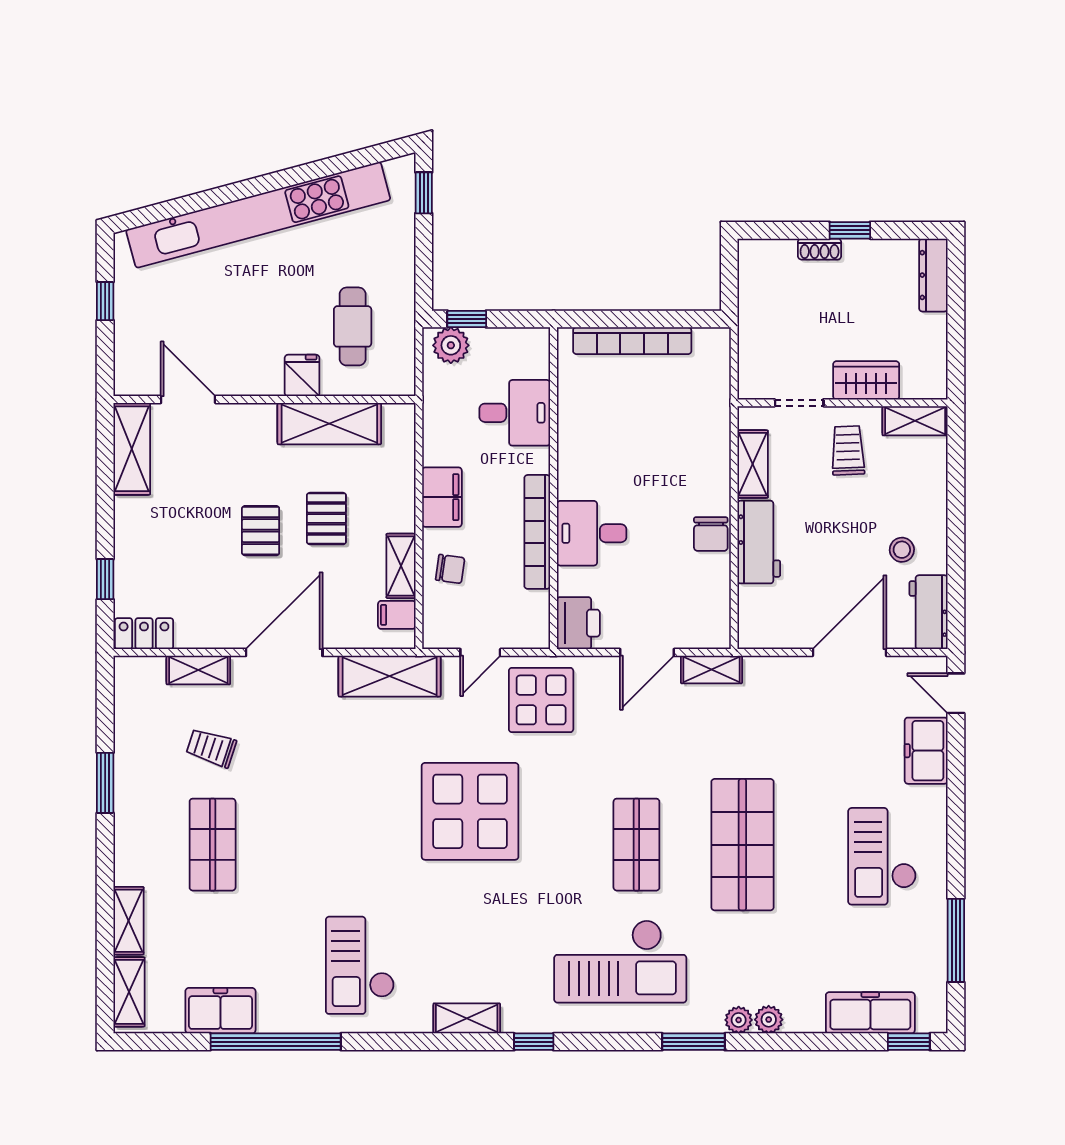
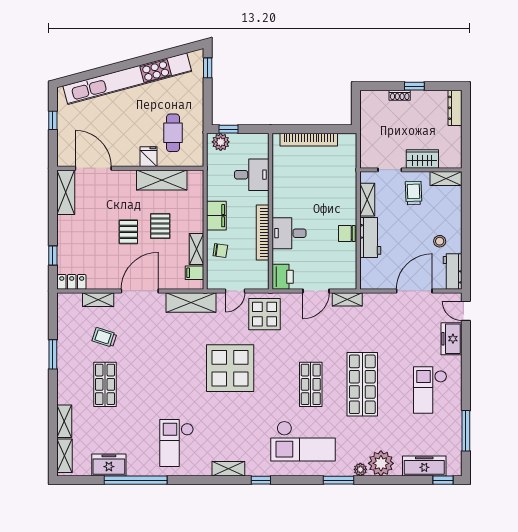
door: (188, 400) -> (93, 168), width x1.36
chair: (711, 534) -> (347, 234), turned 90
plant: (769, 1020) -> (381, 463), width x1.87, depth x1.87

